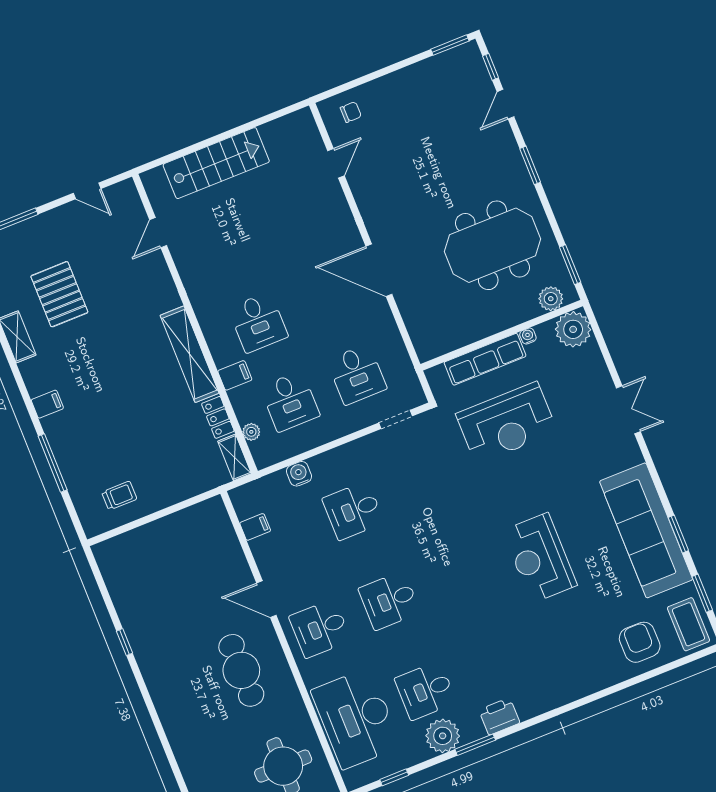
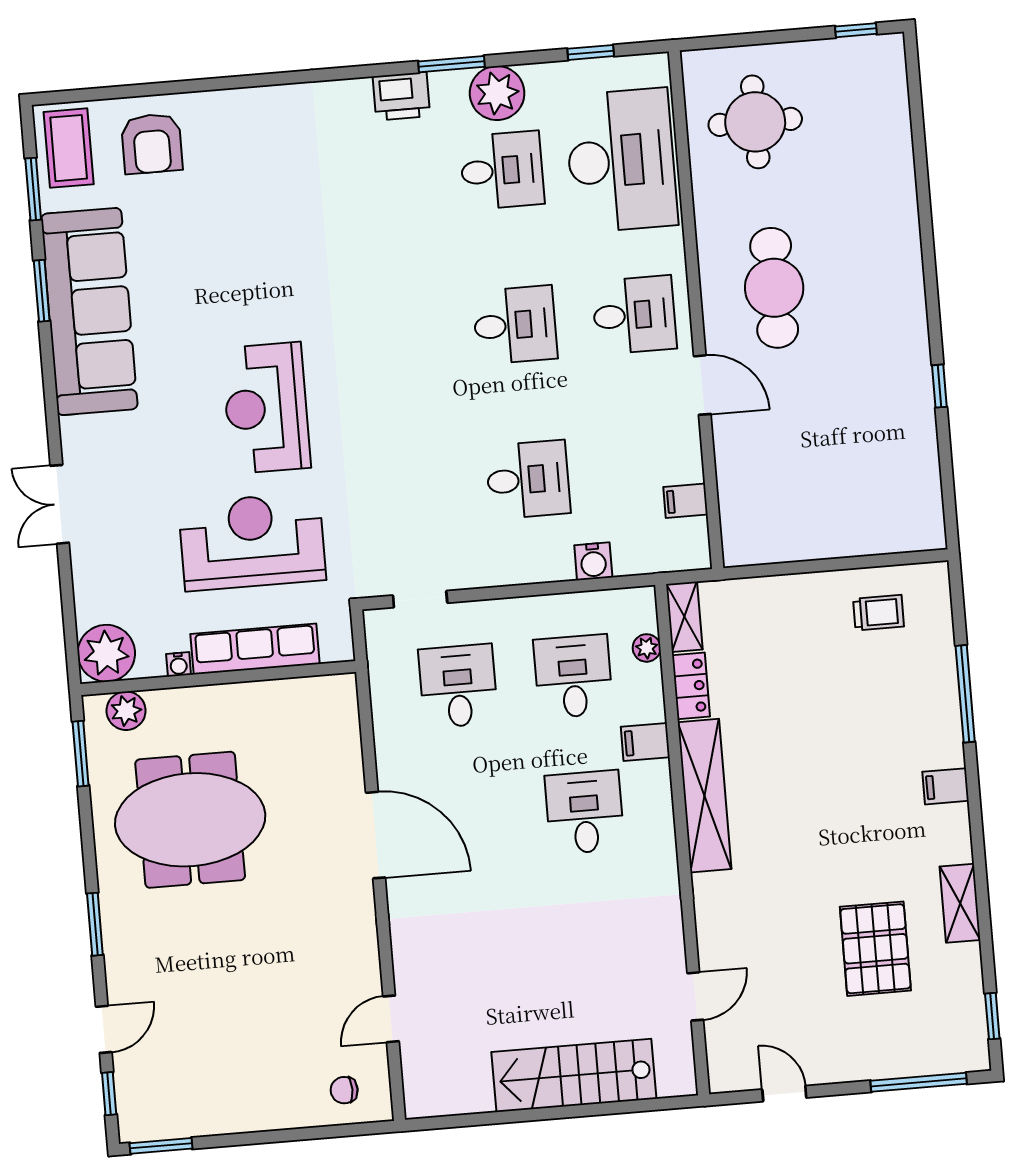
trolley: (119, 496) -> (878, 613), turned 180
reception desk: (540, 558) -> (266, 408), moved, turned 180

